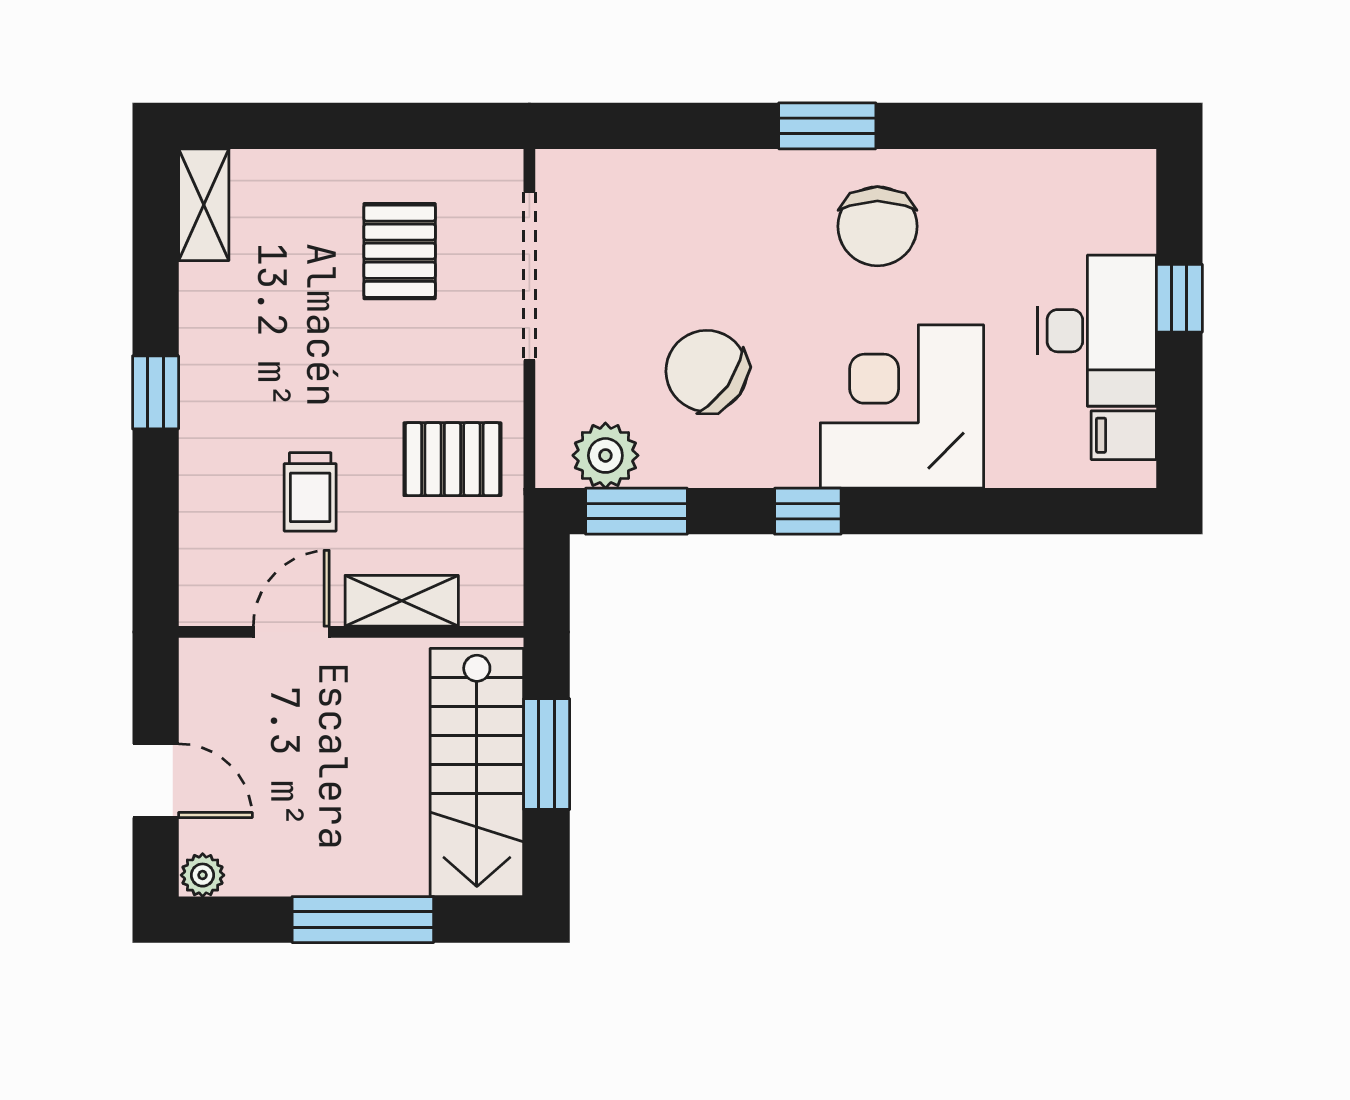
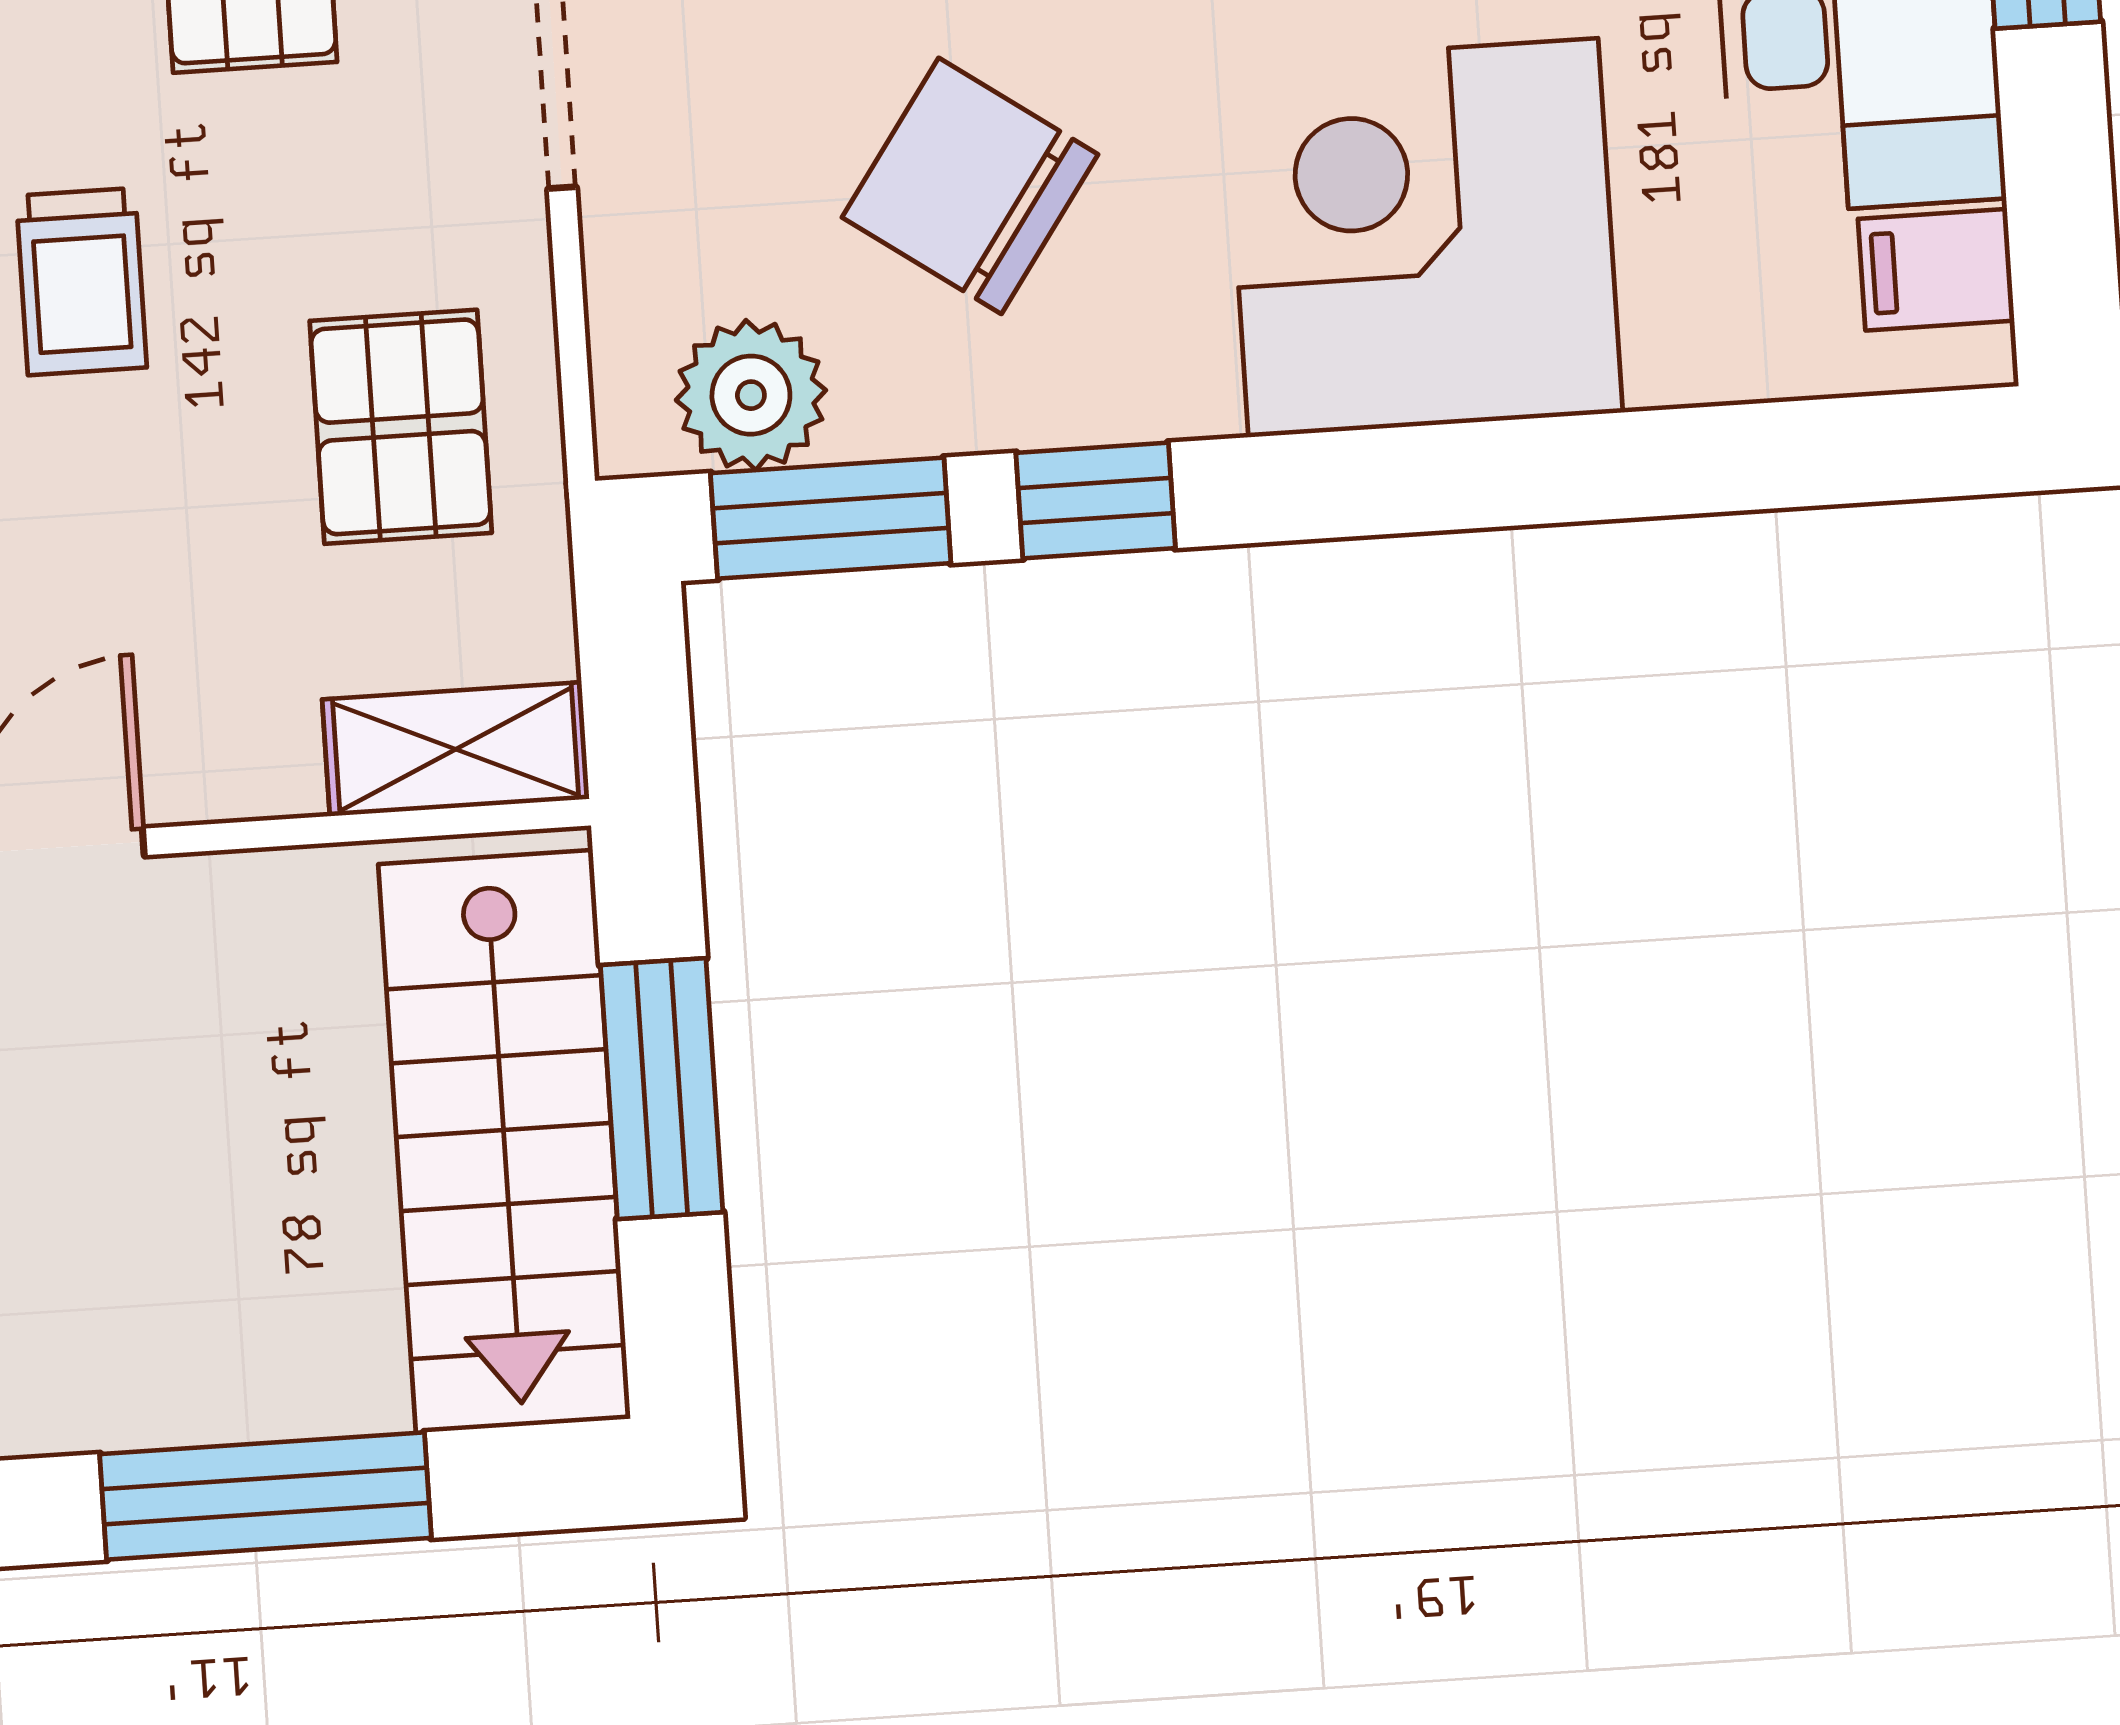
pallet: (452, 459) -> (401, 427), turned 90
trolley: (310, 492) -> (81, 282), moved
window: (808, 511) -> (1096, 501), moved
shelving: (402, 601) -> (456, 749), moved

